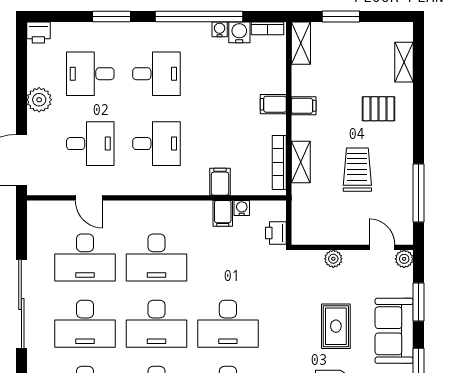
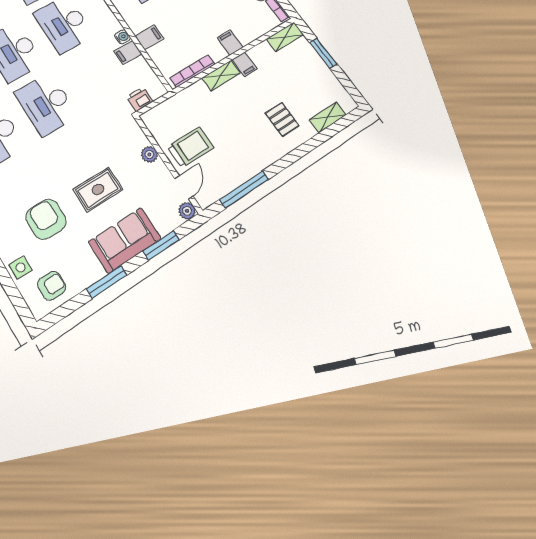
shelving: (301, 162) -> (221, 76), moved
trolley: (357, 170) -> (191, 147), moved
water cooler: (242, 208) -> (123, 37), moved

